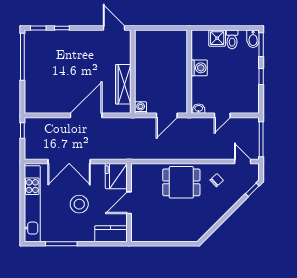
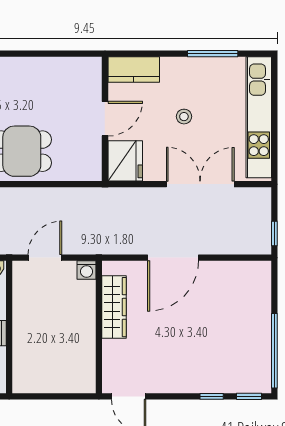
stool: (79, 204) -> (184, 117), width x0.53, depth x0.53

